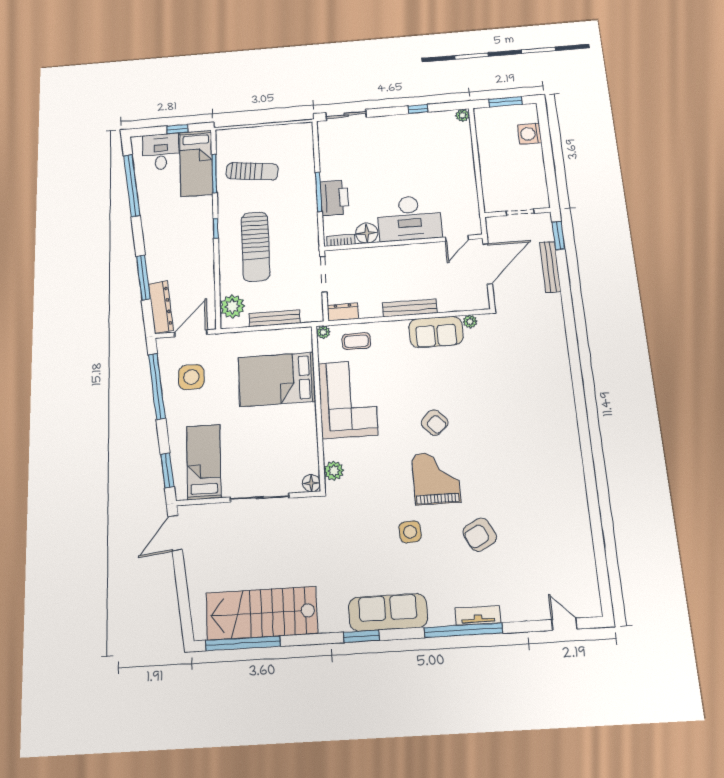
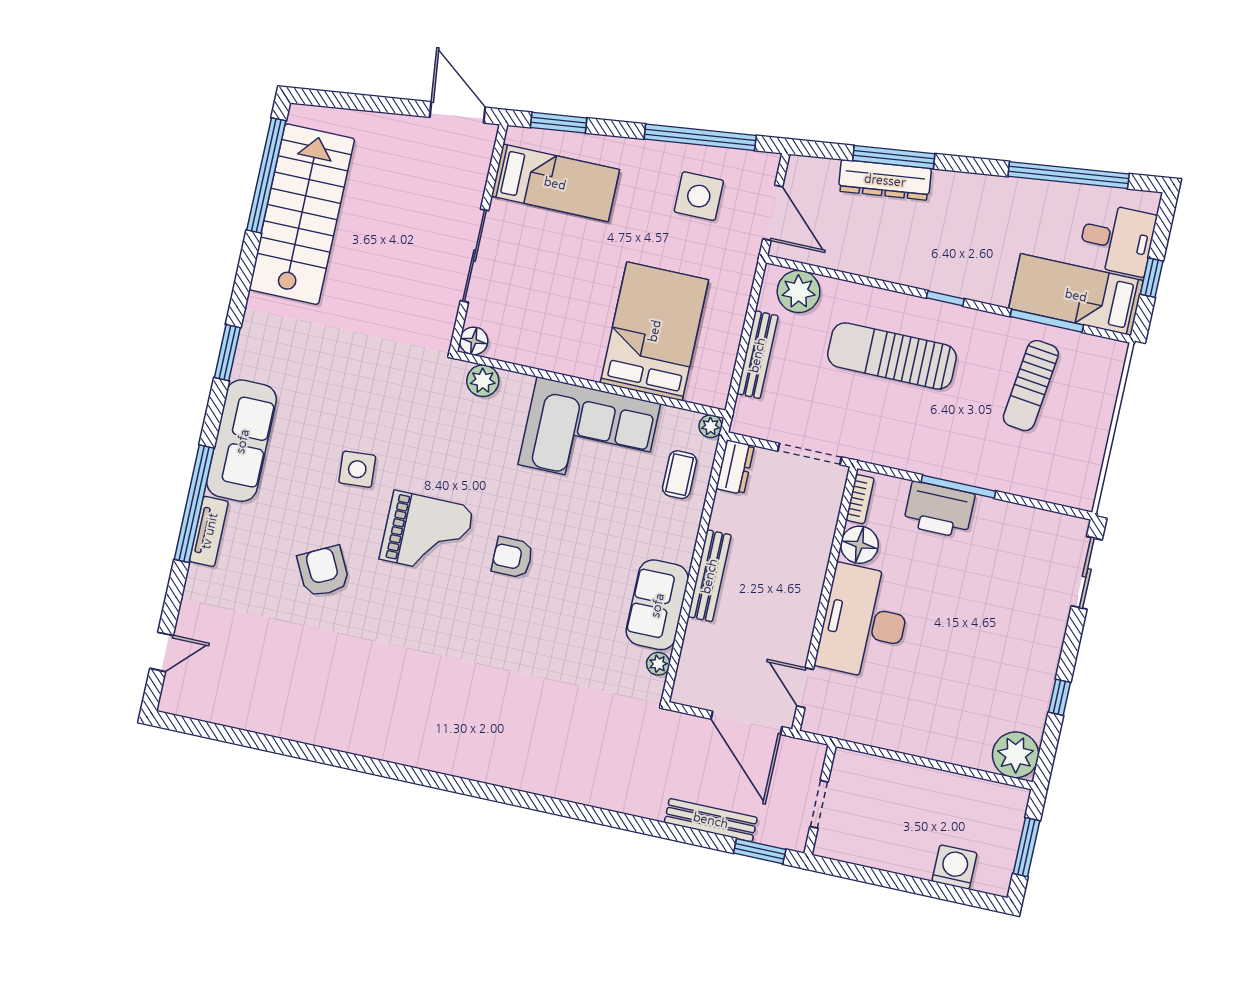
plant: (462, 115) -> (1016, 755), width x1.88, depth x1.88
dresser: (161, 307) -> (885, 180), moved
armchair: (435, 423) -> (512, 557), turned 43
sofa: (388, 612) -> (242, 441), moved

